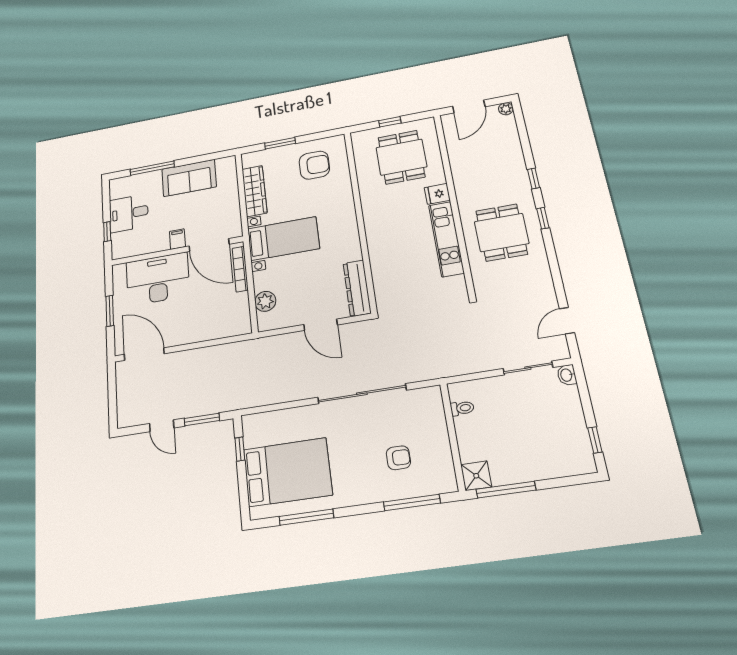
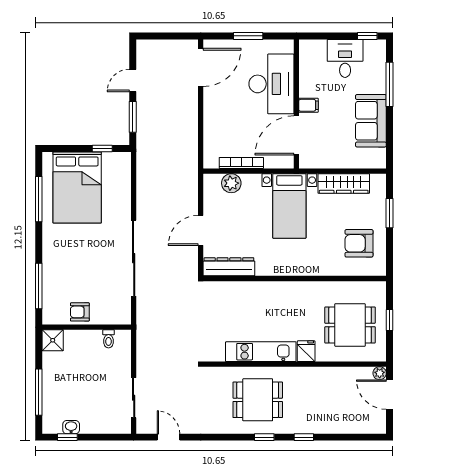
plant: (506, 109) -> (380, 373), moved
armchair: (314, 165) -> (359, 243), turned 90
window: (107, 232) -> (367, 36), moved
bookcase: (240, 269) -> (241, 163), moved
washbasin: (567, 375) -> (71, 427), moved
armchair: (398, 458) -> (80, 312), moved, turned 90
window: (506, 490) -> (39, 392), moved

